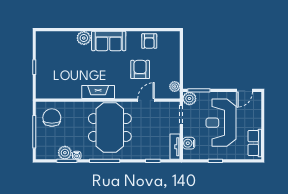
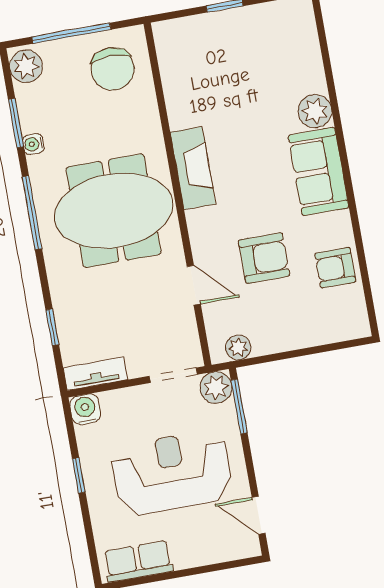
chair: (52, 118) -> (113, 69), turned 90
water cooler: (189, 143) -> (85, 409), moved
plant: (65, 153) -> (26, 66), moved

